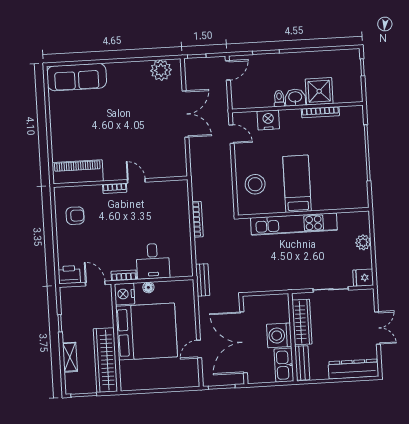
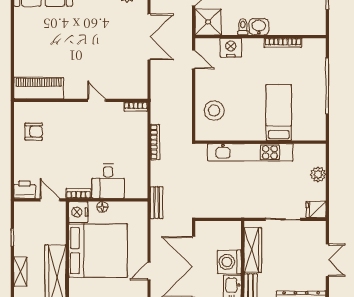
shower: (319, 91) -> (208, 22), moved
bed: (297, 184) -> (279, 113), moved
bookcase: (115, 188) -> (136, 107), moved

